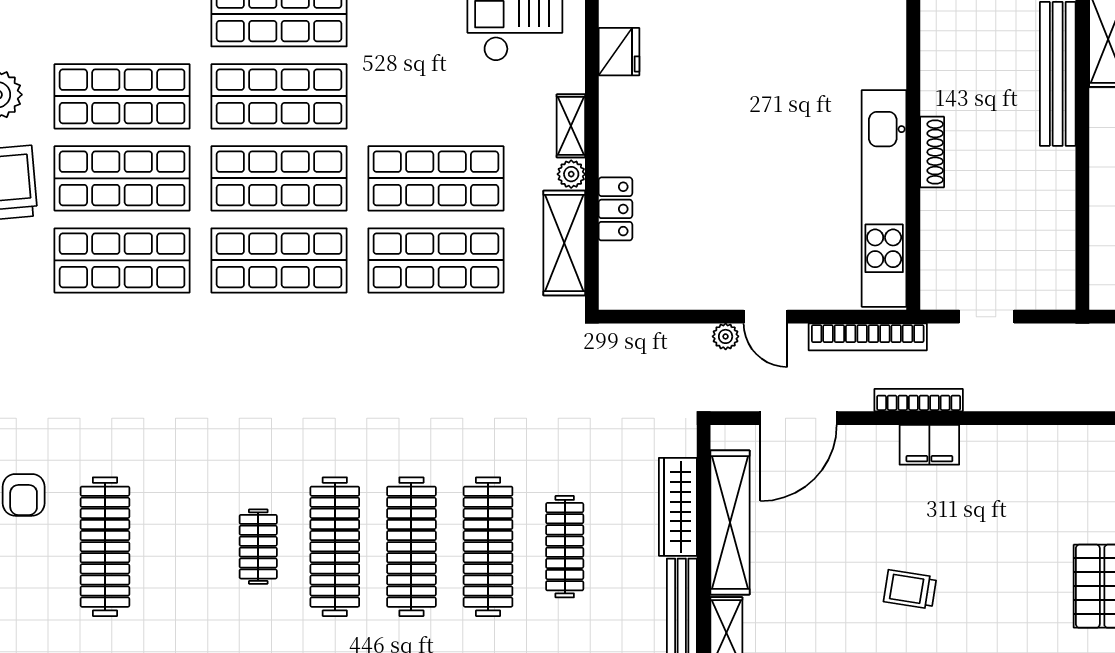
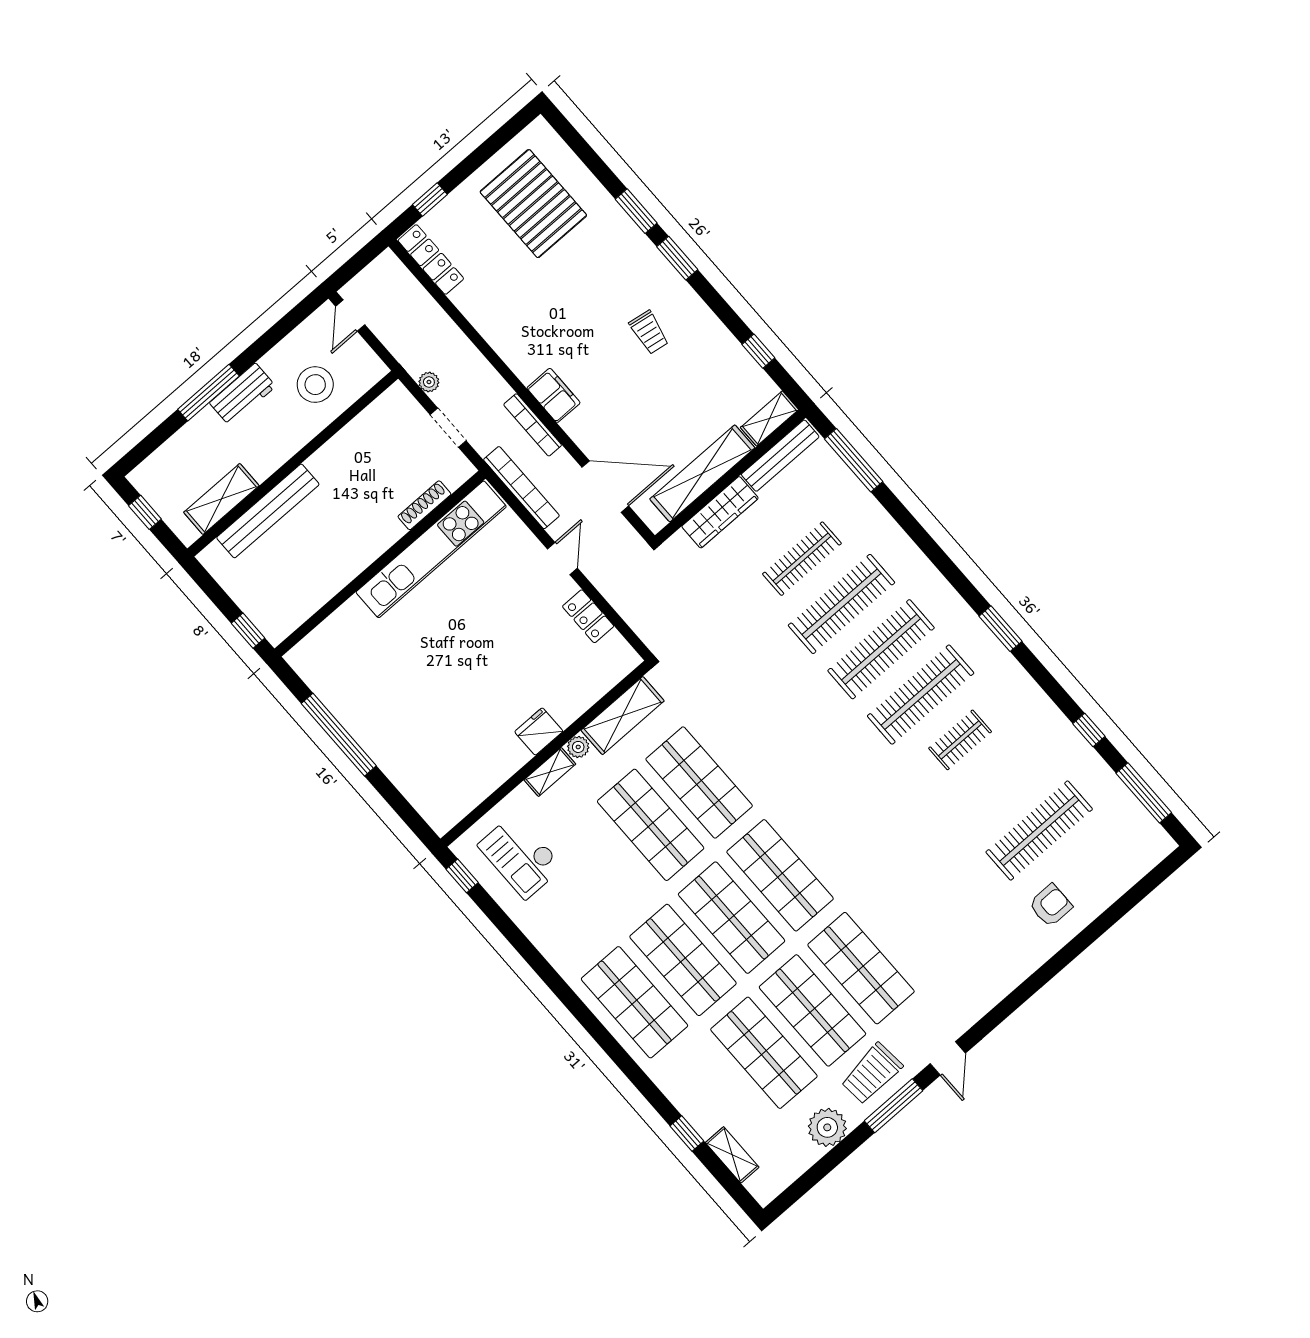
fridge: (619, 52) -> (539, 731), moved
shoe rack: (932, 152) -> (424, 505), moved
locker: (615, 209) -> (588, 616), moved, turned -90
plant: (726, 336) -> (429, 382), moved

